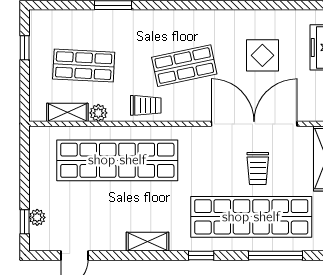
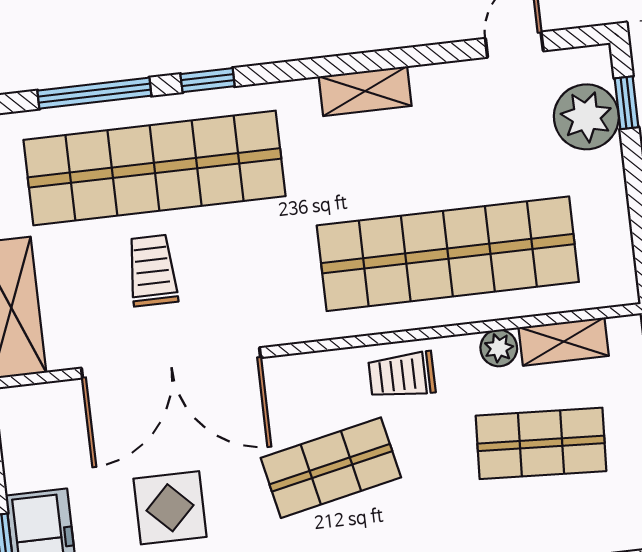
plant: (37, 217) -> (586, 117), width x1.87, depth x1.87
window: (201, 255) -> (208, 80), moved

